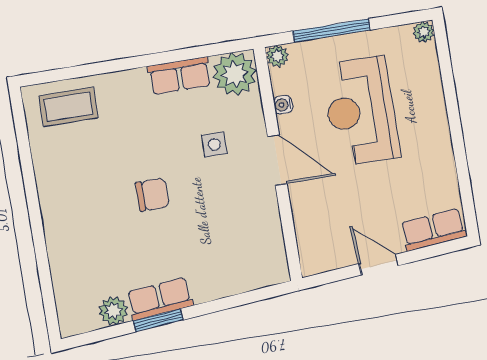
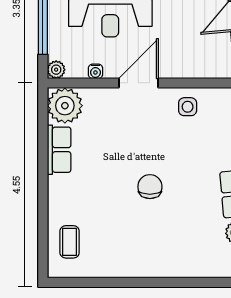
coffee table: (68, 107) -> (70, 242), width x0.73, depth x0.77
side table: (214, 144) -> (188, 107), moved

